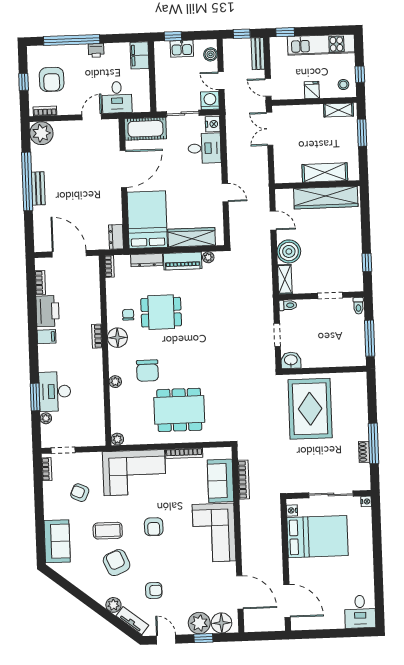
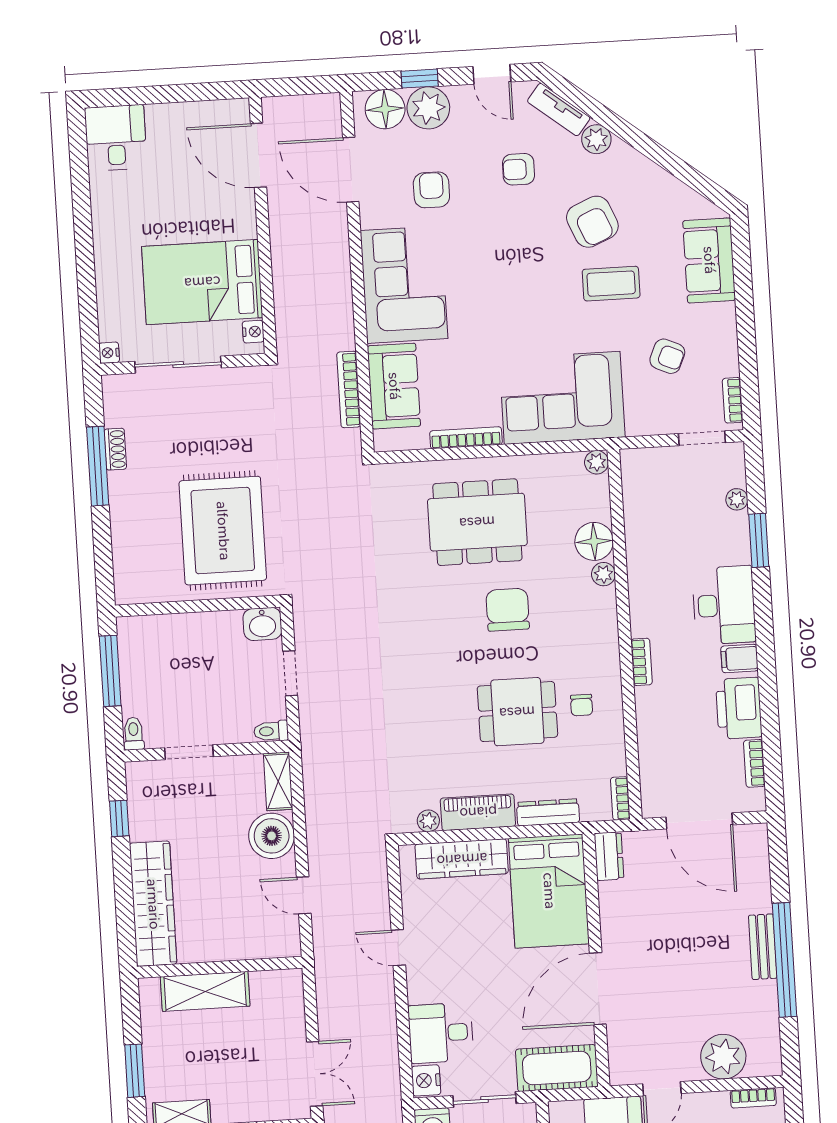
plant: (41, 133) -> (723, 1057), moved
wardrobe: (326, 198) -> (153, 904), moved, turned 90
floor lamp: (117, 338) -> (594, 541), moved
chair: (147, 371) -> (508, 610), moved
desk: (55, 391) -> (724, 605), moved
armchair: (154, 527) -> (431, 190), moved

